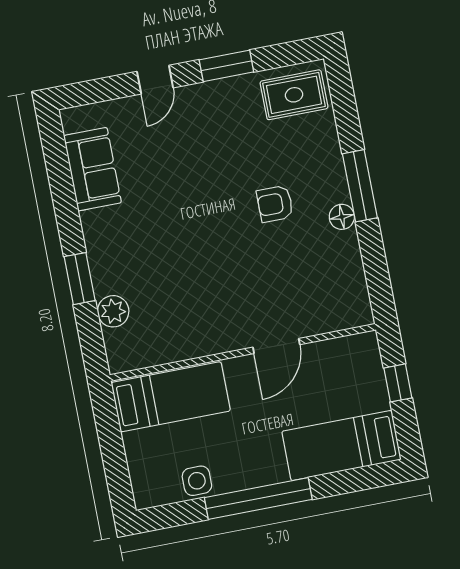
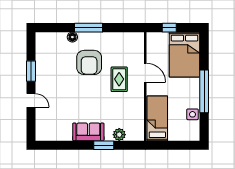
rug: (294, 95) -> (119, 79), moved
sofa: (92, 169) -> (88, 132), moved
armchair: (275, 204) -> (89, 62), width x1.88, depth x1.88
floor lamp: (342, 217) -> (72, 37), moved
bed: (341, 446) -> (185, 55), width x1.50

